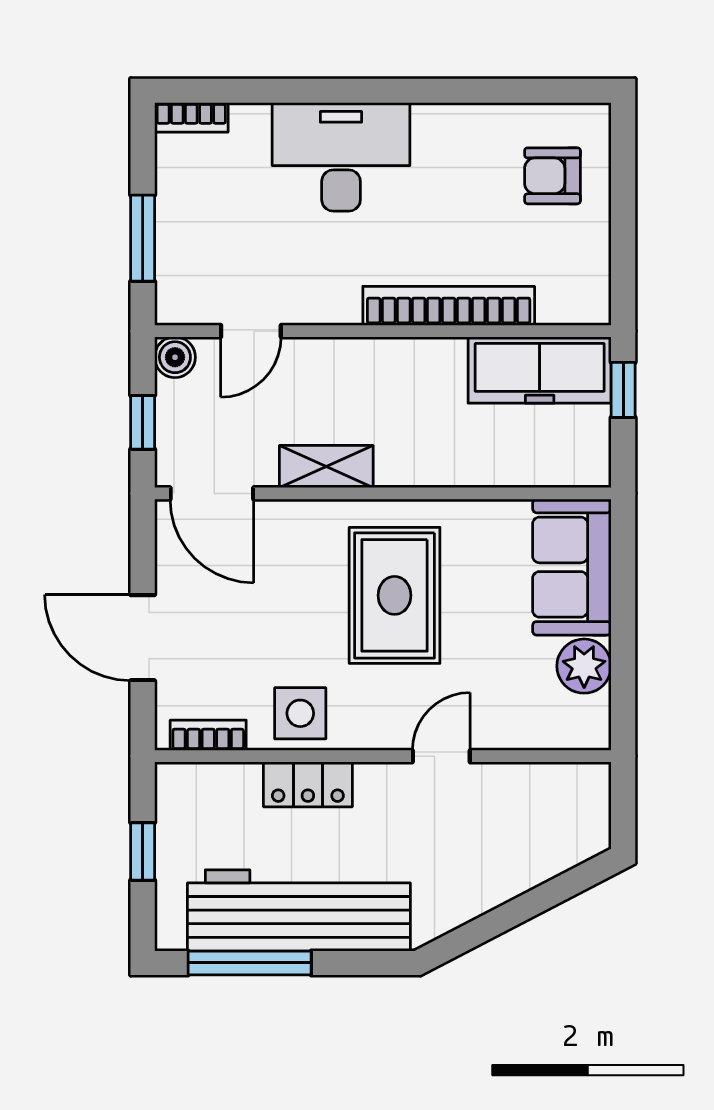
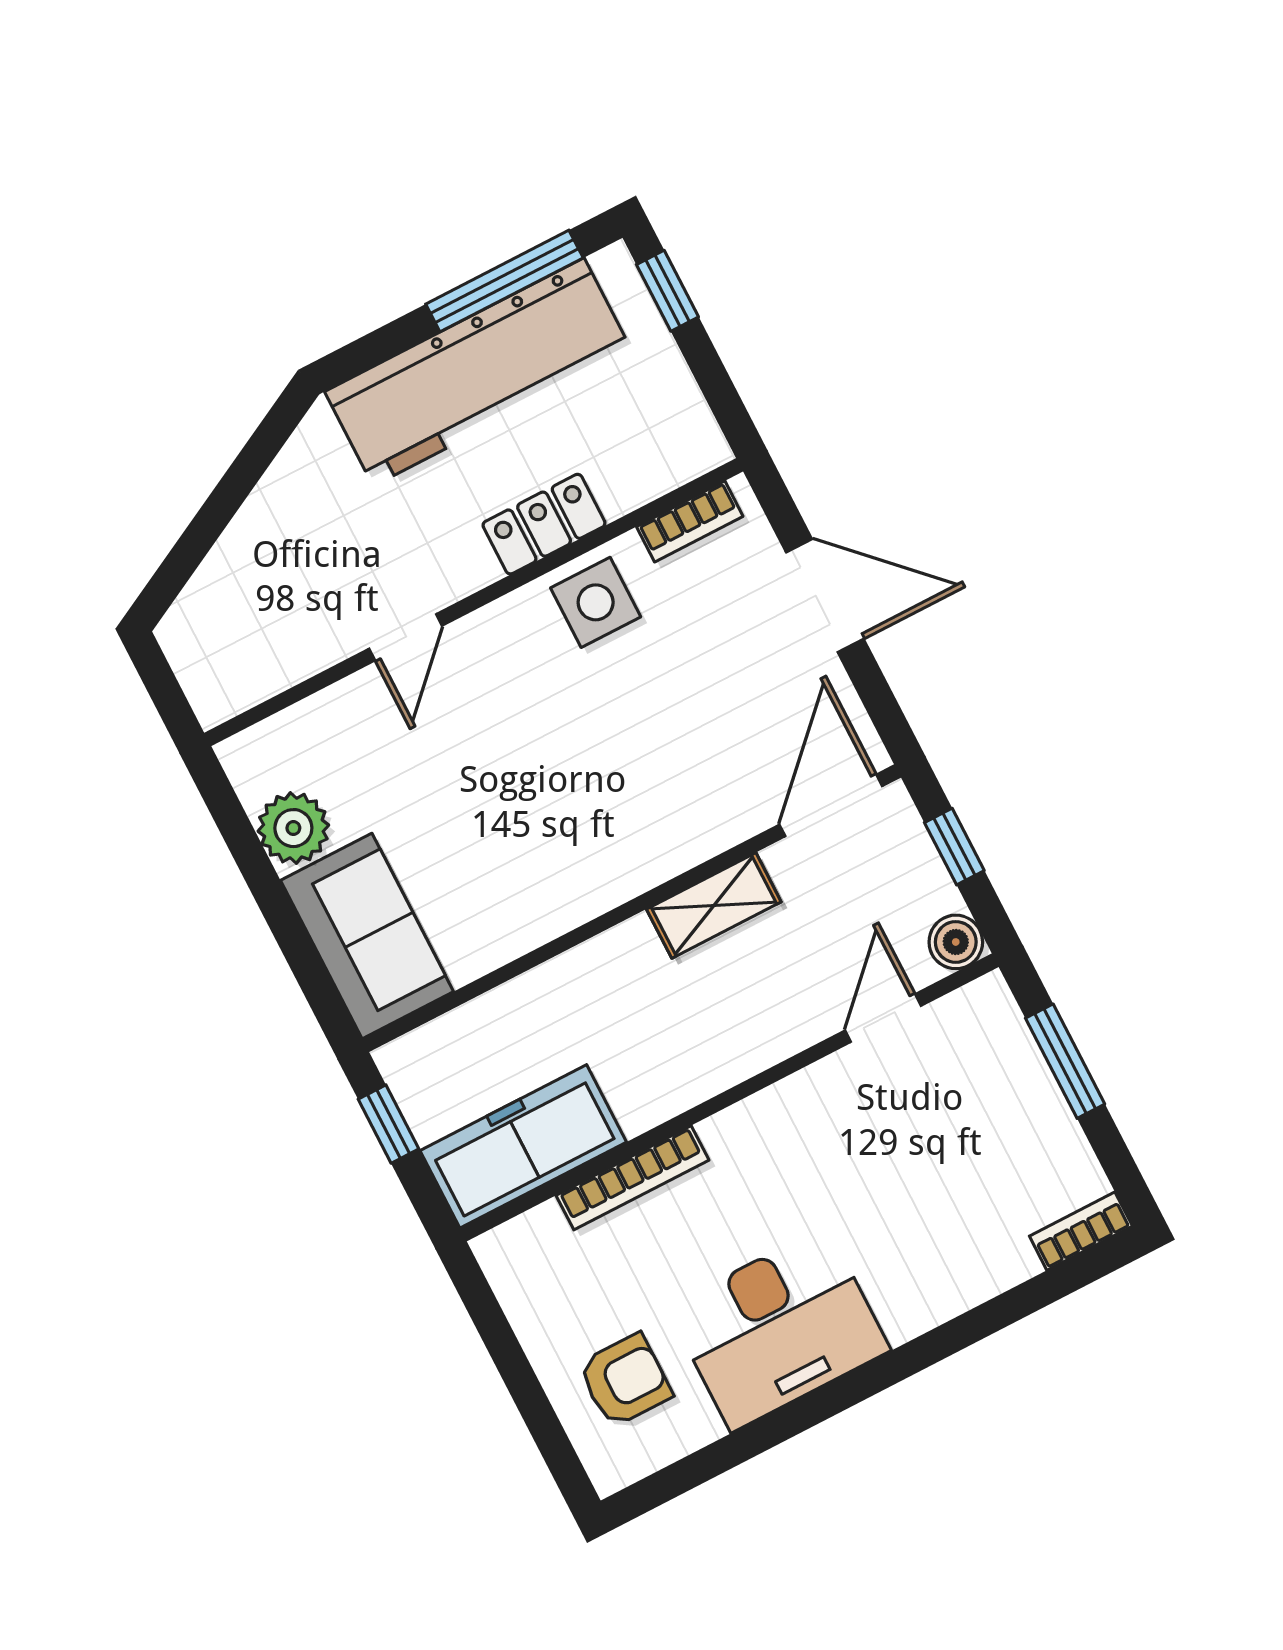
desk: (341, 157) -> (779, 1329), moved
bookcase: (449, 306) -> (633, 1178), width x0.68, depth x0.76
window: (623, 390) -> (389, 1124), moved
door: (212, 493) -> (831, 805), hinge flipped
rug: (395, 595) -> (557, 796), removed
window: (143, 851) -> (667, 291), moved

